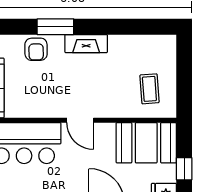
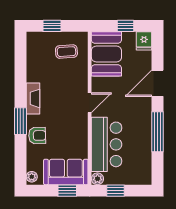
window: (184, 69) -> (52, 26), added

